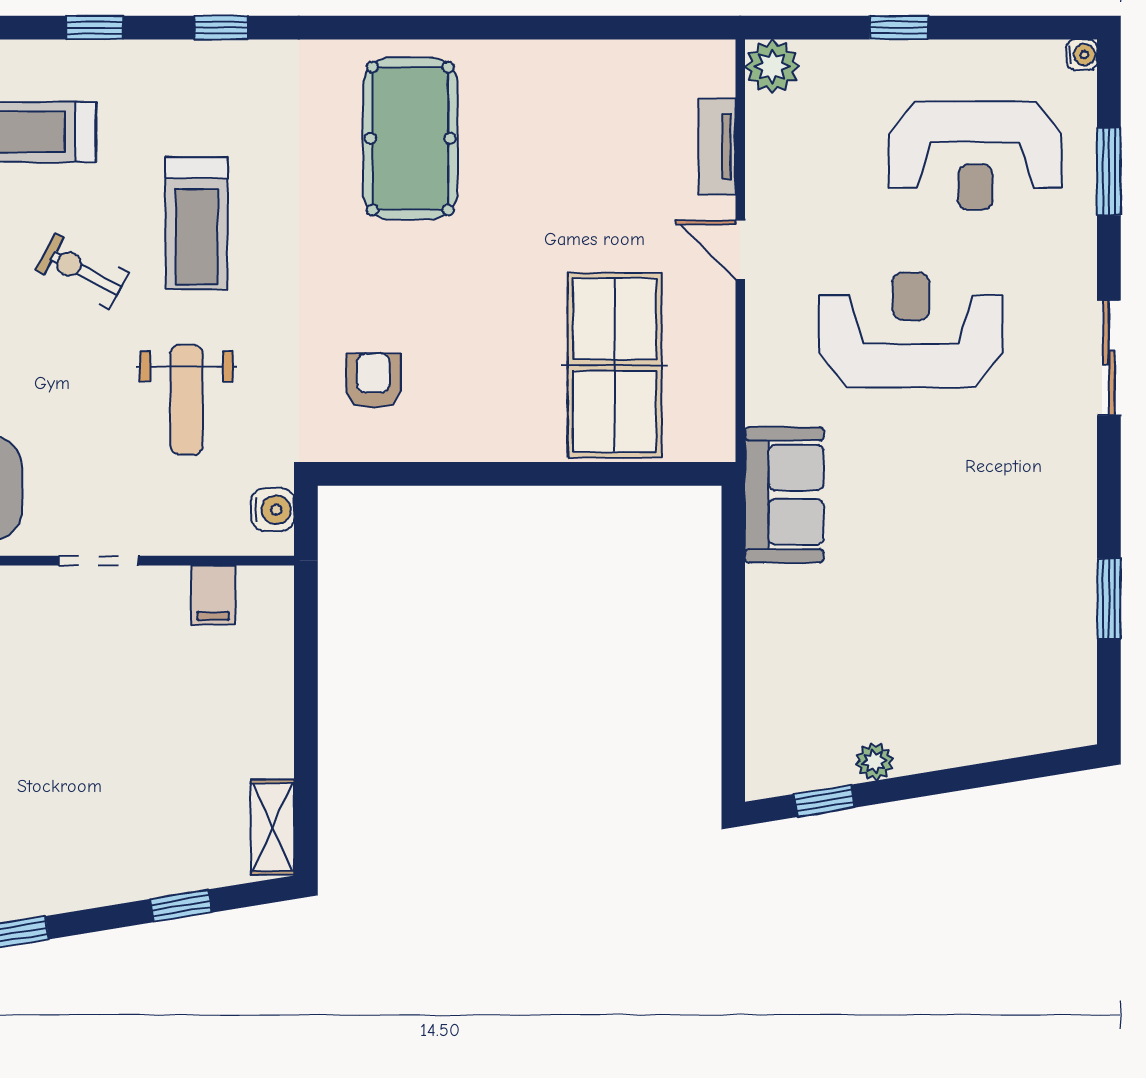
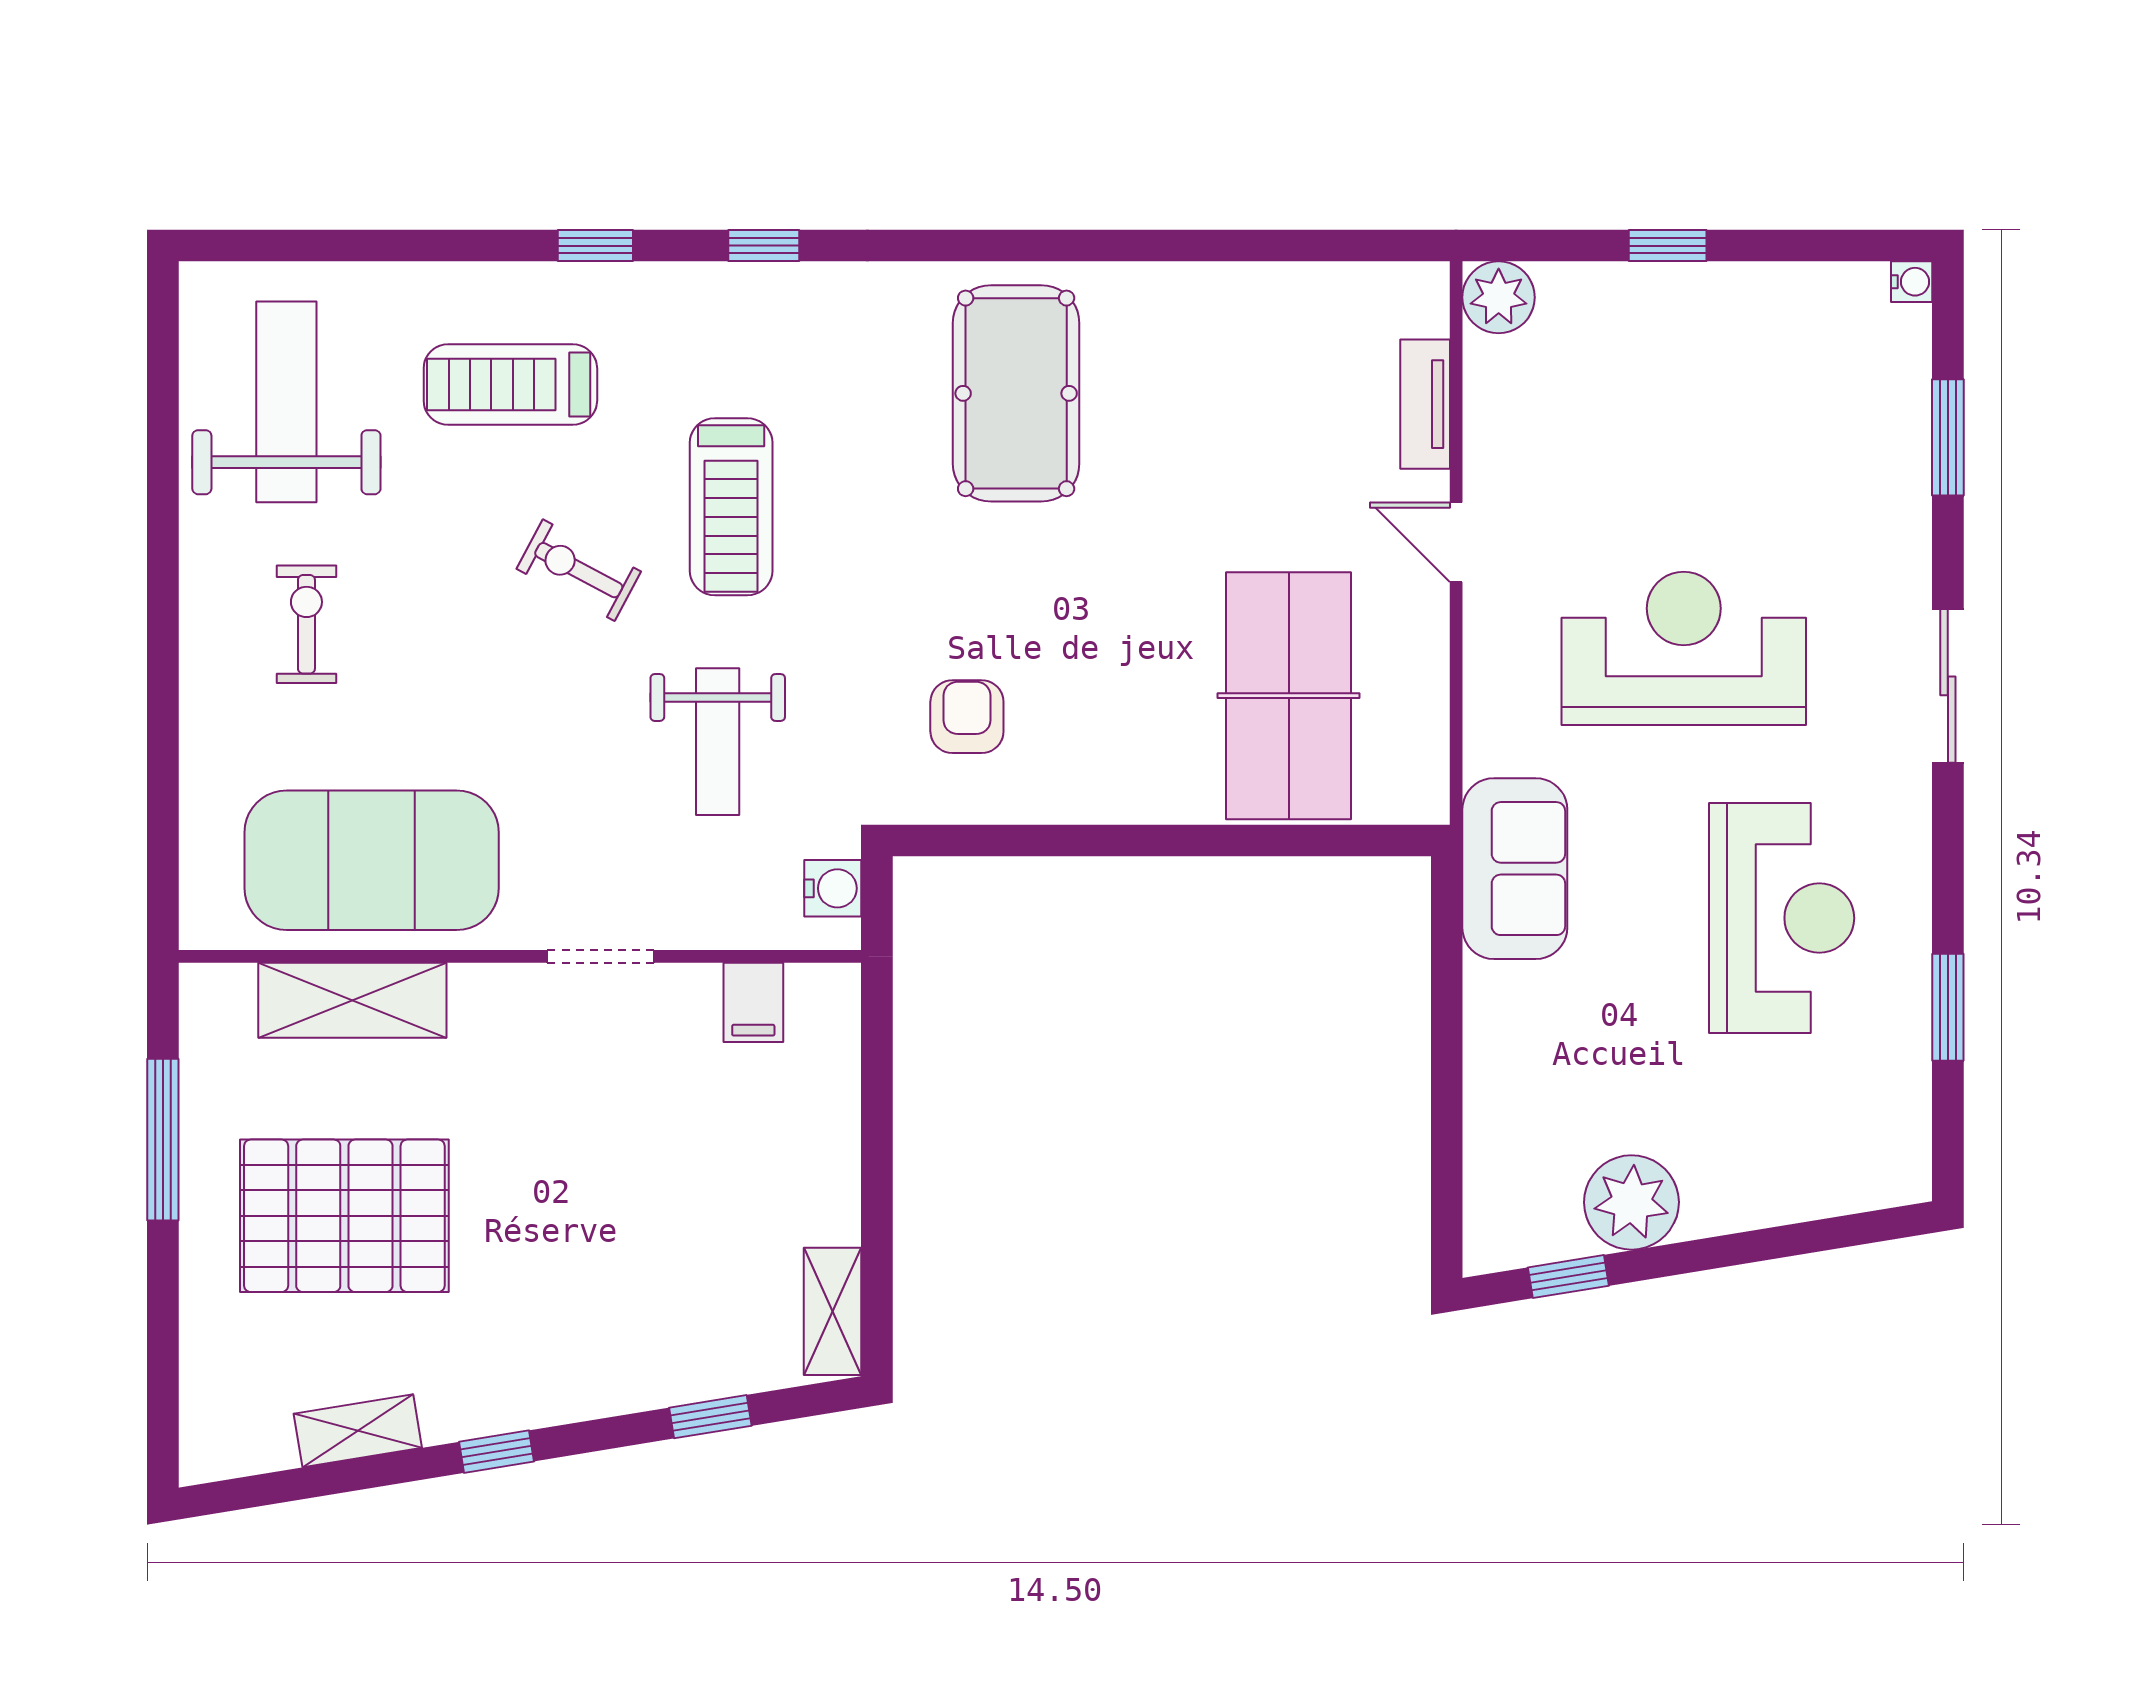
reception desk: (975, 156) -> (1782, 918), moved, turned -90
plant: (874, 762) -> (1631, 1202), width x1.88, depth x1.88

